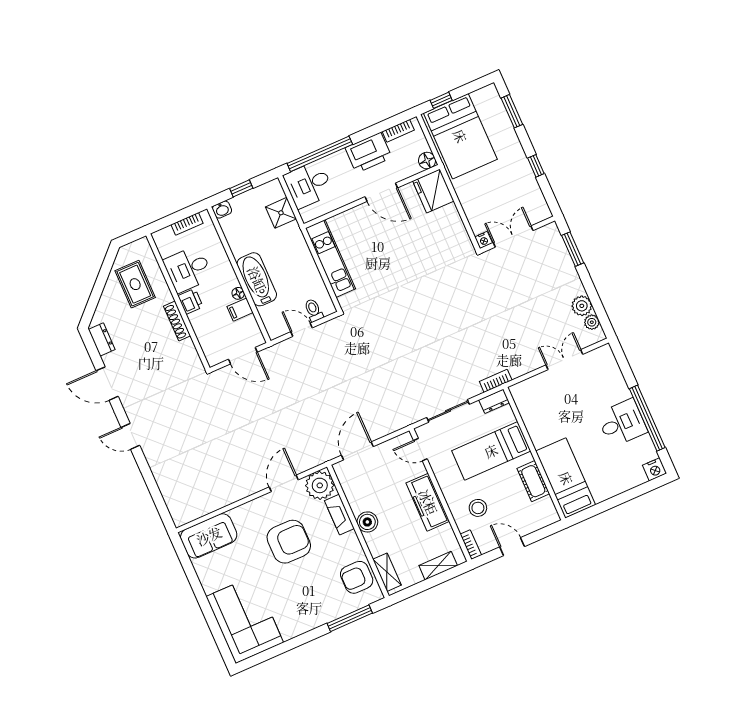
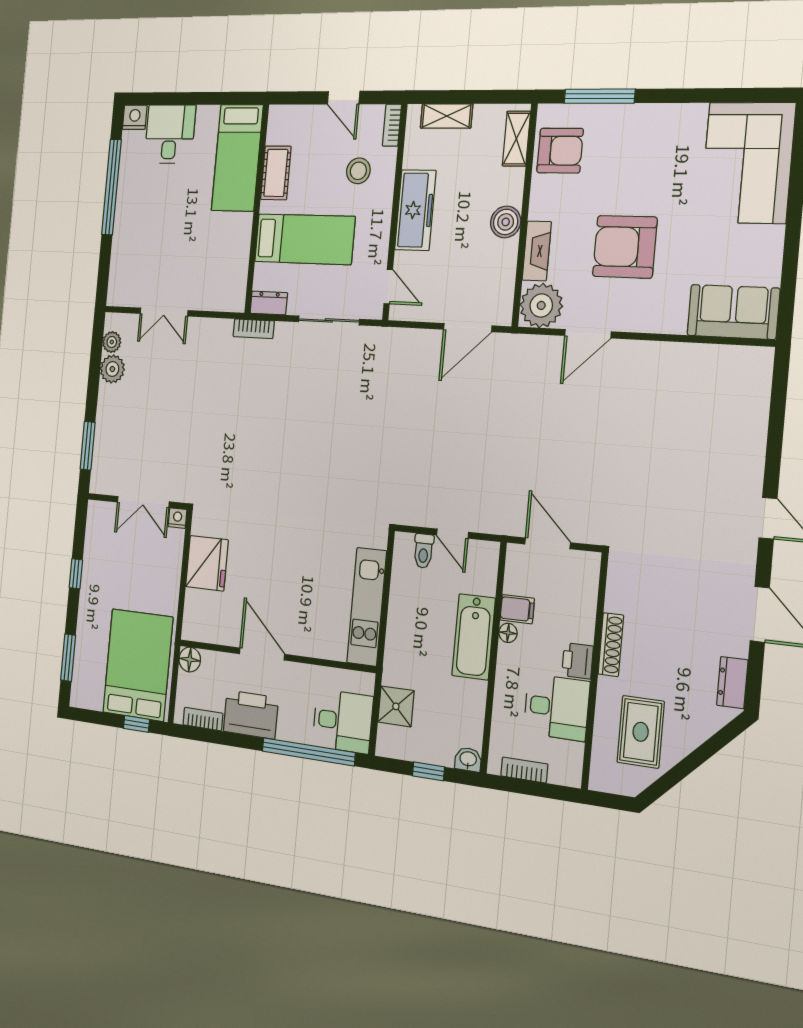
fridge: (433, 191) -> (207, 563), moved
desk: (622, 423) -> (170, 134), moved, turned 90

